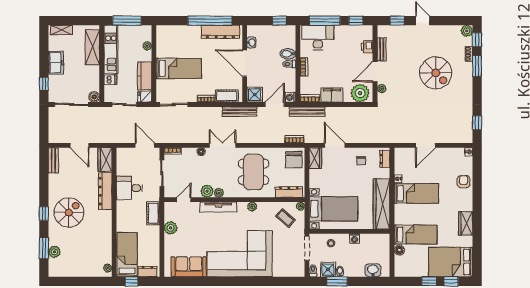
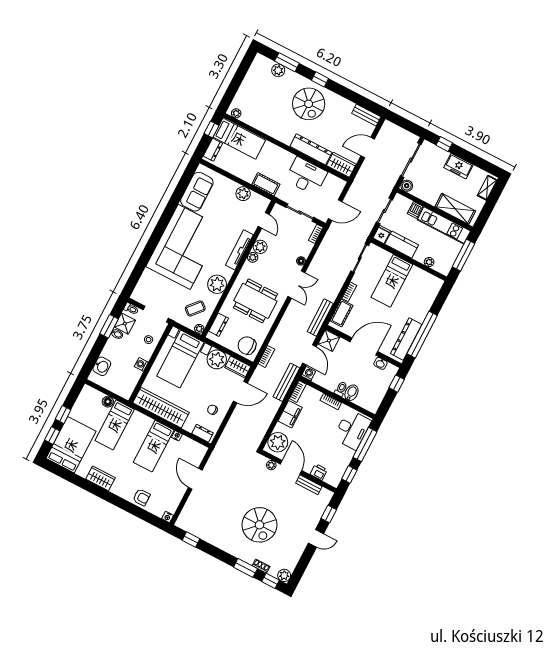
window: (279, 21) -> (397, 384), moved
spiral stairs: (436, 73) -> (259, 525), turned -90
plant: (318, 179) -> (217, 359), added
desk: (129, 188) -> (306, 176), width x1.37
dresser: (289, 192) -> (219, 325), width x0.70
plant: (252, 207) -> (217, 284), width x1.87, depth x1.87

